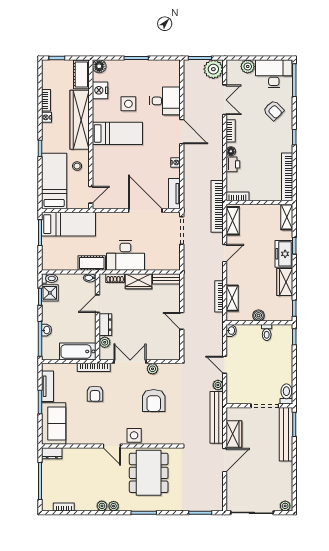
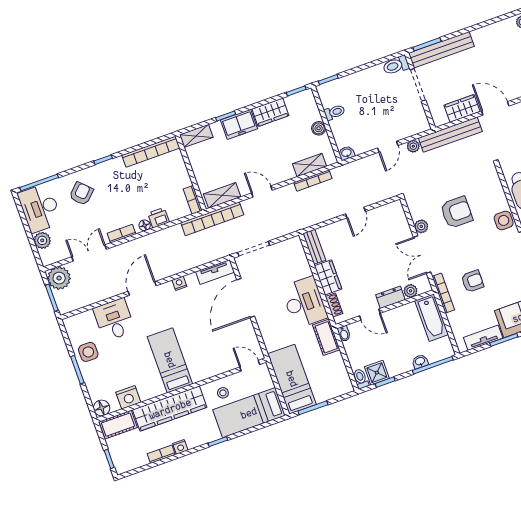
side table: (128, 104) -> (88, 352), moved

